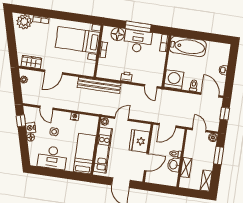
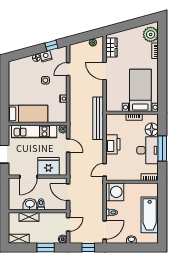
bathtub: (188, 46) -> (150, 215), moved
printer: (126, 77) -> (113, 144), width x1.87, depth x1.48
desk: (52, 158) -> (19, 82), removed
door: (147, 162) -> (29, 177), hinge flipped

